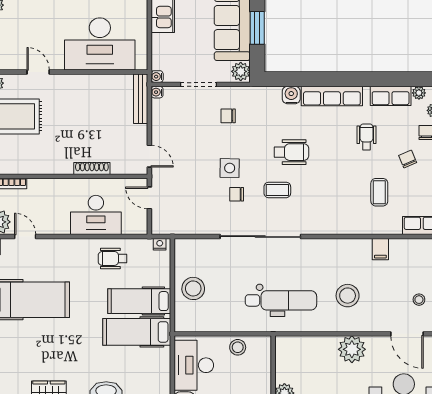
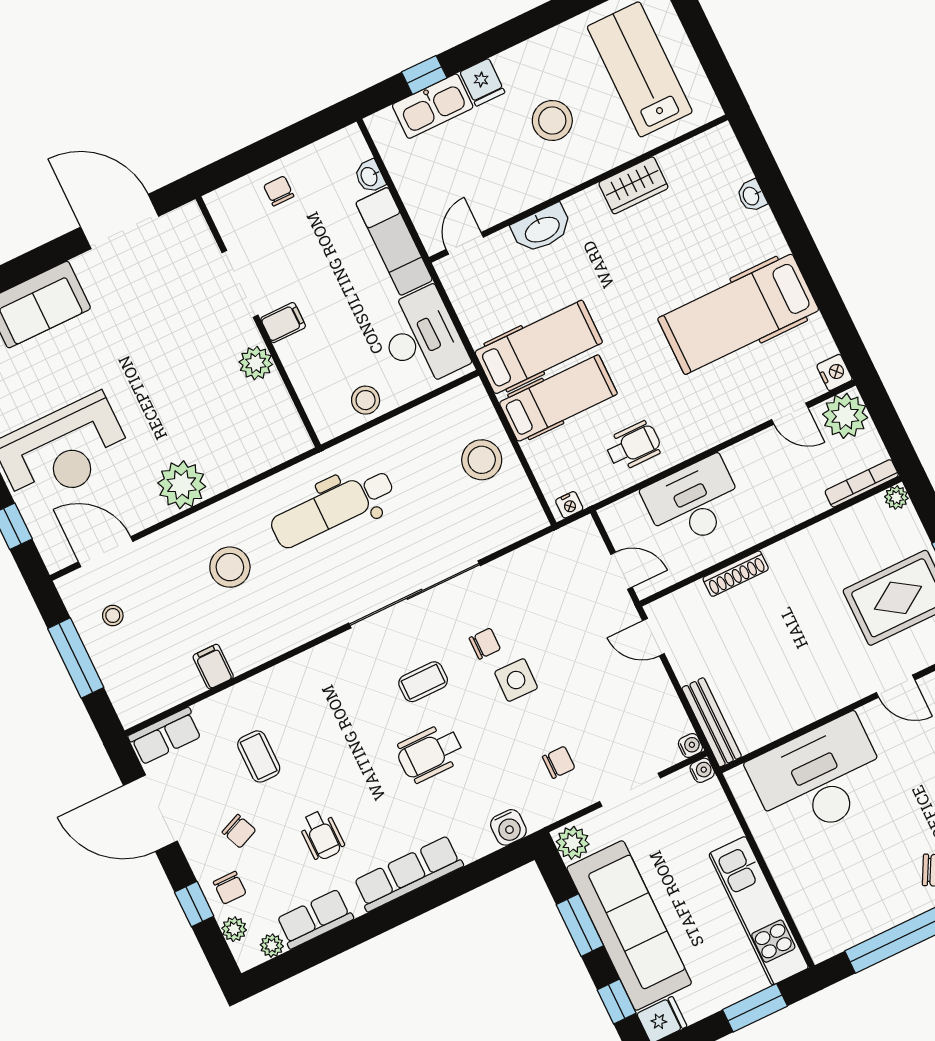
water cooler: (291, 95) -> (508, 827), moved

